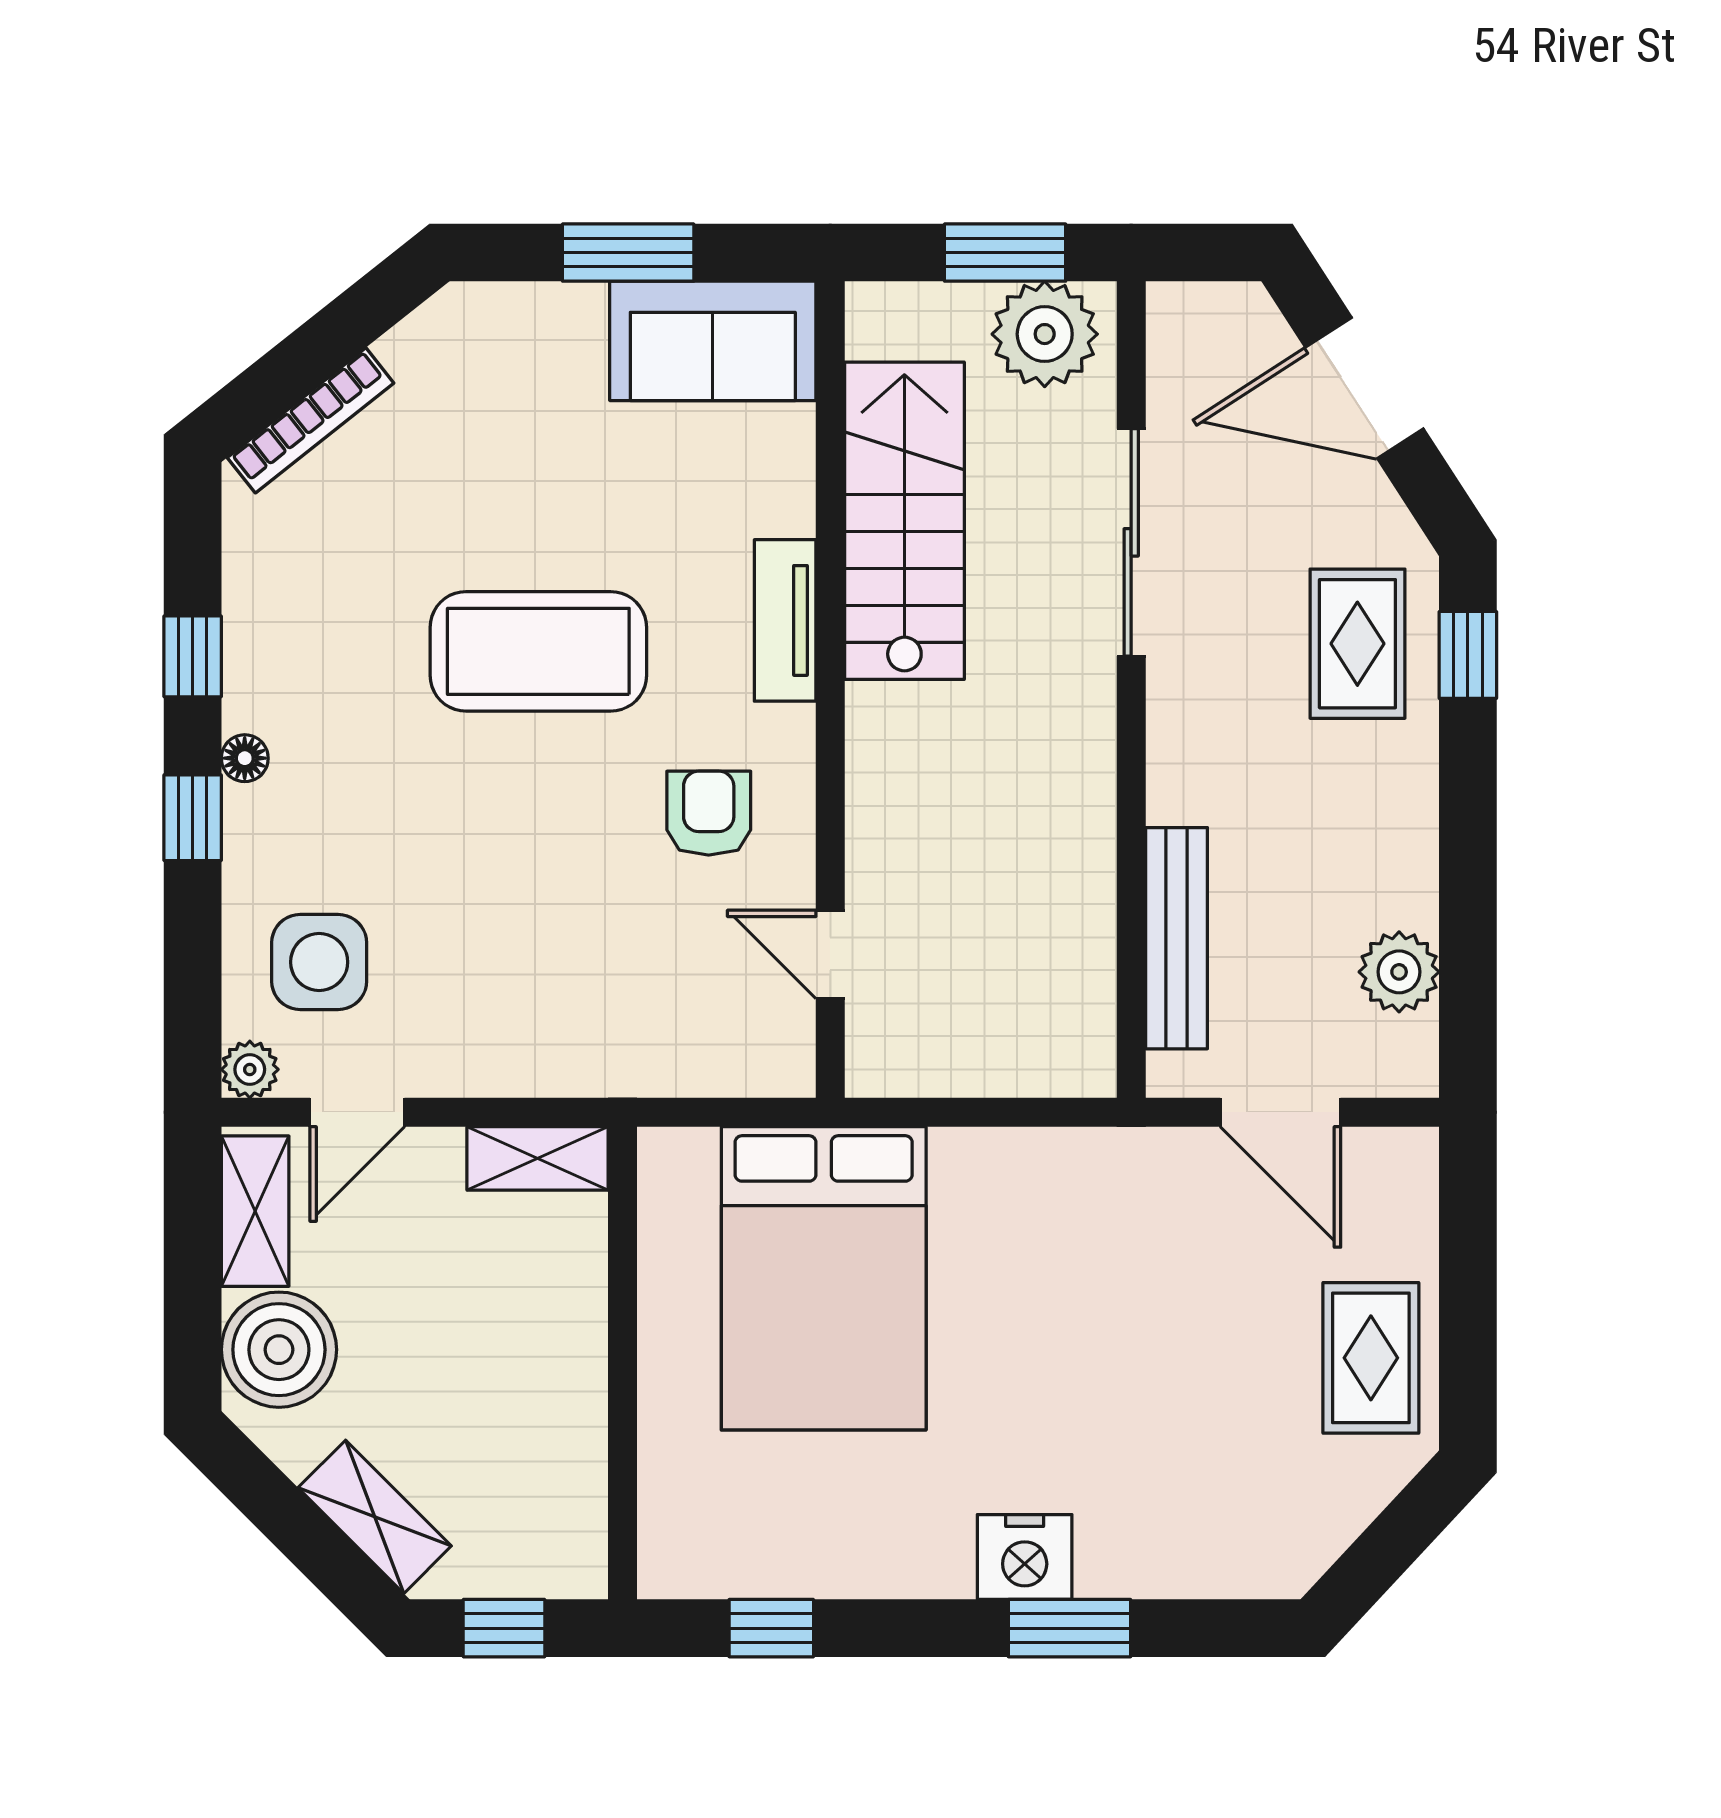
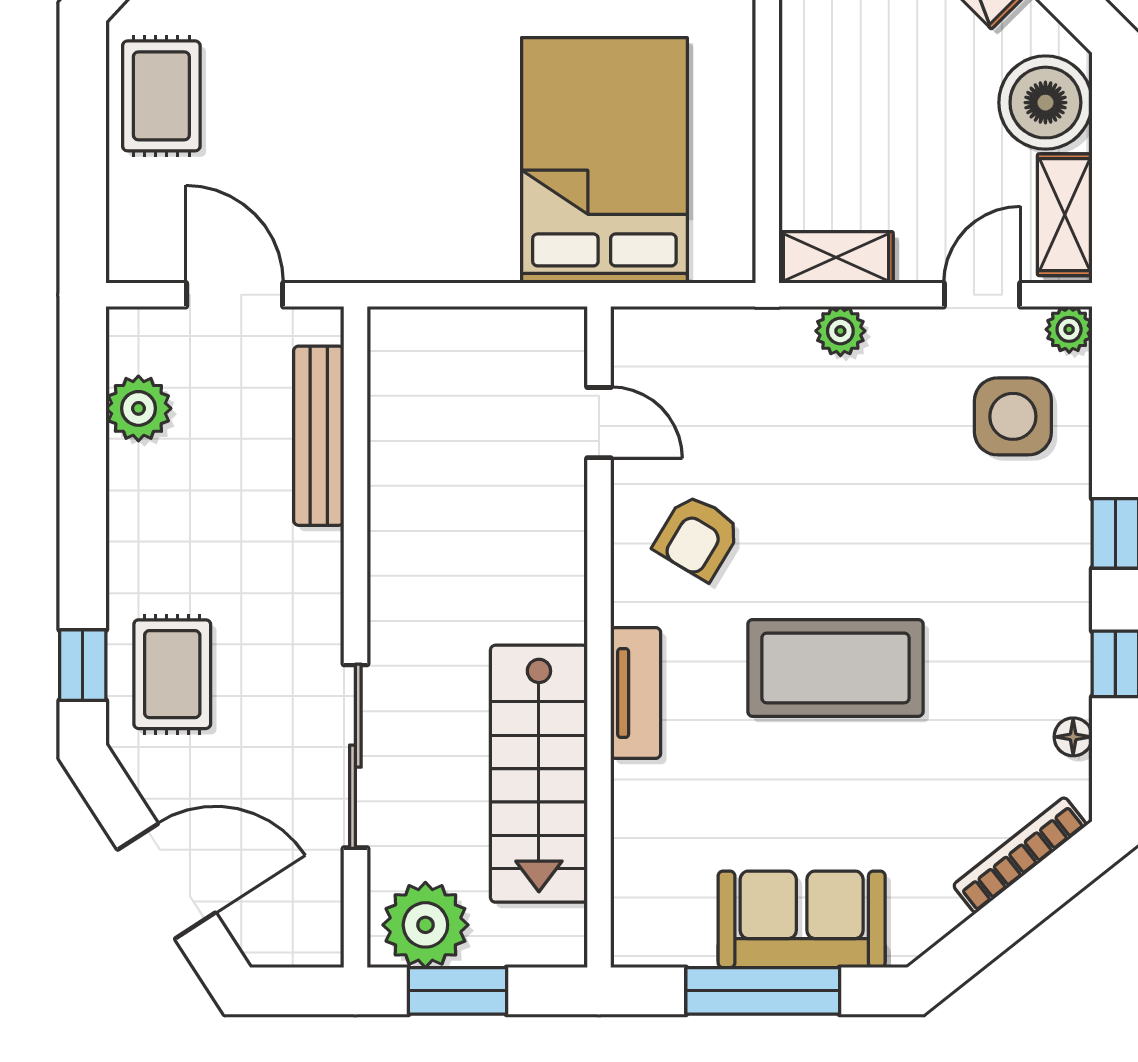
window: (628, 253) -> (763, 991), width x1.44
sofa: (713, 341) -> (802, 919), moved
floor lamp: (245, 758) -> (1073, 737), moved
armchair: (709, 813) -> (697, 537), turned 31
plant: (532, 1067) -> (840, 331), added

